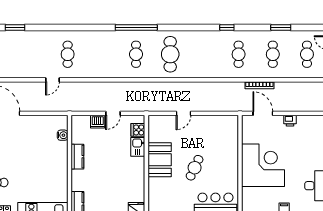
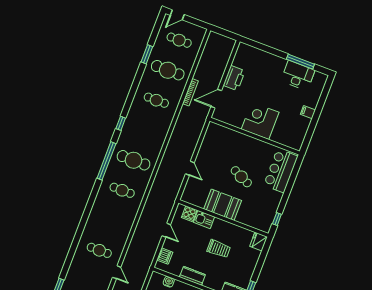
window: (136, 27) -> (106, 161), moved
window: (227, 27) -> (121, 123), moved
cafe table: (273, 54) -> (168, 70), width x1.37, depth x1.35
printer: (290, 121) -> (234, 78), width x1.87, depth x1.48
dishwasher: (98, 122) -> (165, 256), moved
corner desk: (263, 165) -> (260, 121), width x0.74, depth x0.74
trolley: (114, 173) -> (219, 249), added

